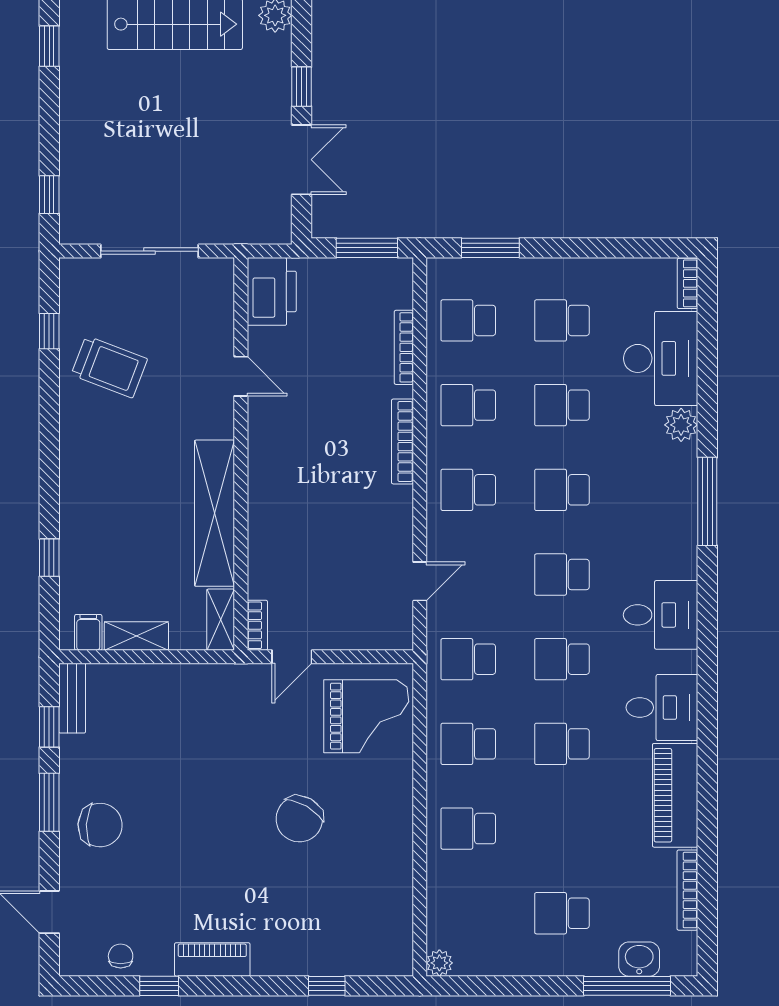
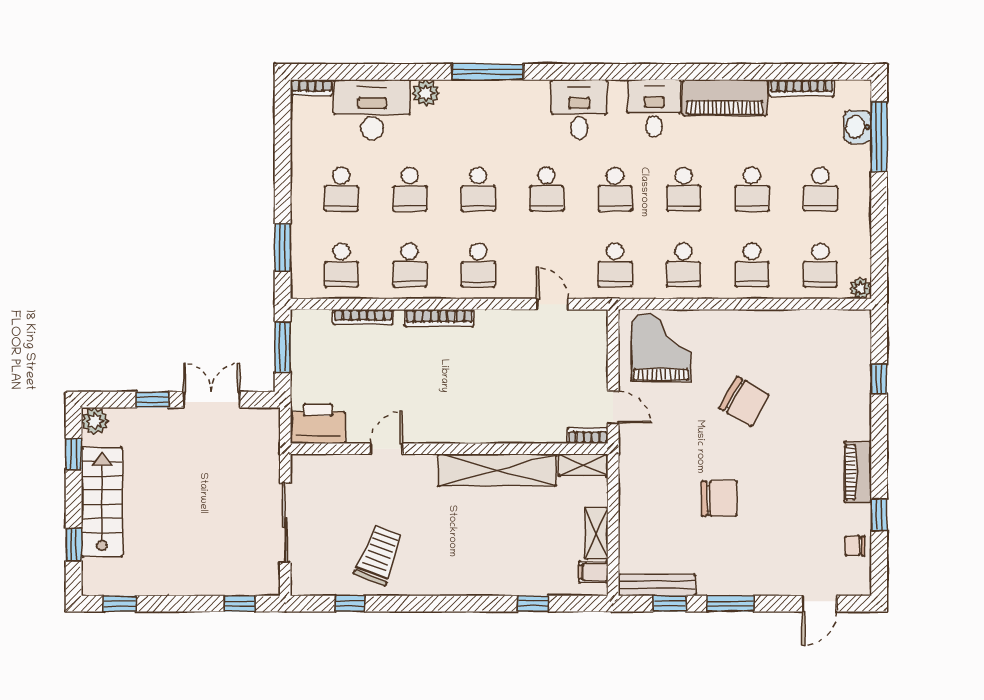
bench: (72, 698) -> (657, 585), width x1.36
chair: (100, 825) -> (719, 498), moved, turned 87
school desk: (562, 829) -> (752, 189), added
school desk: (468, 913) -> (820, 265), added

